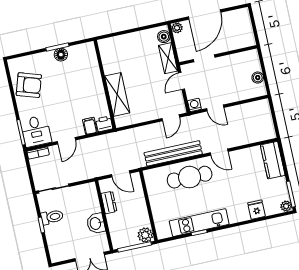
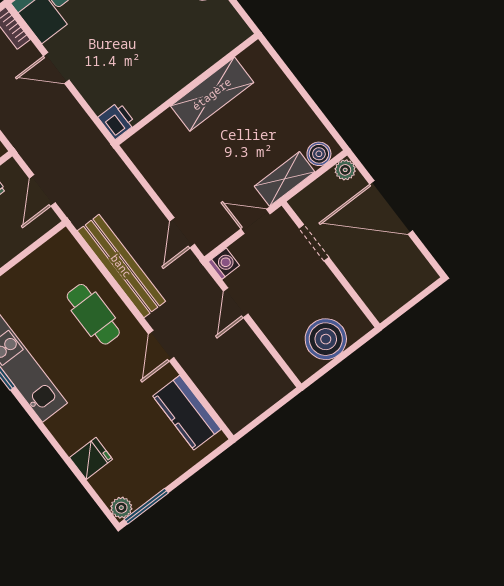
boiler: (258, 78) -> (326, 339), width x1.86, depth x1.86
shelving: (117, 94) -> (212, 94), moved
door: (171, 118) -> (182, 233), hinge flipped
filing cabinet: (90, 126) -> (102, 97), removed
kitchen counter: (273, 160) -> (187, 413), moved, turned -90
cafe table: (190, 177) -> (93, 314), width x0.73, depth x0.74

